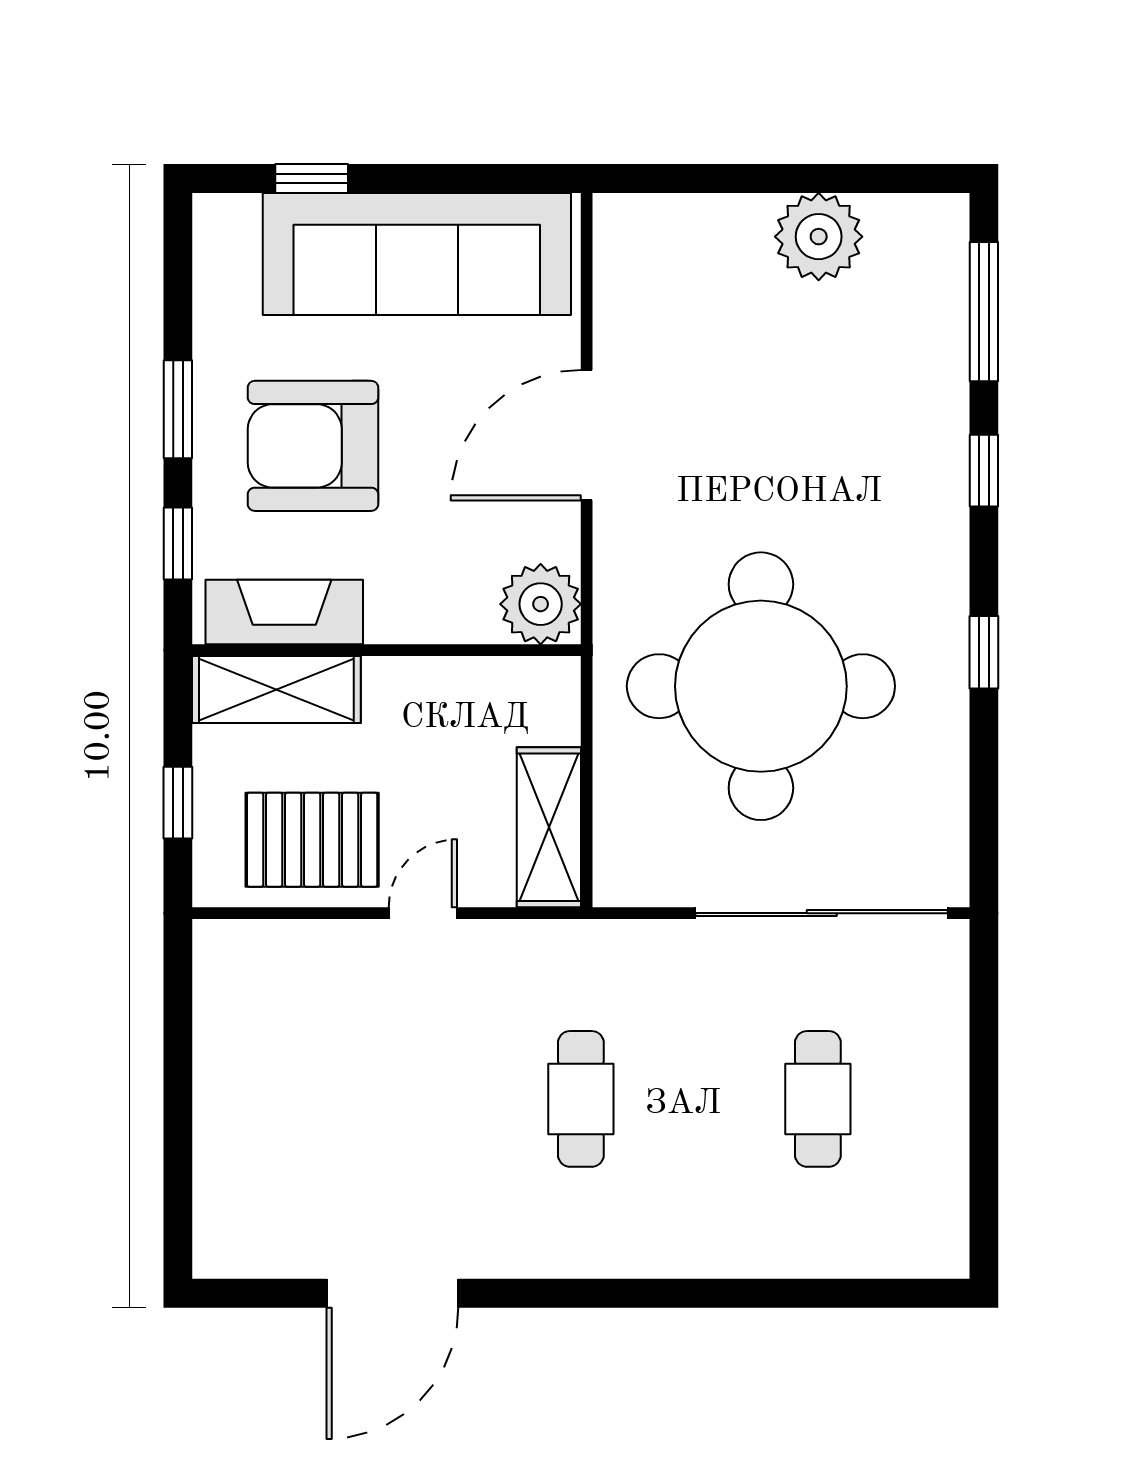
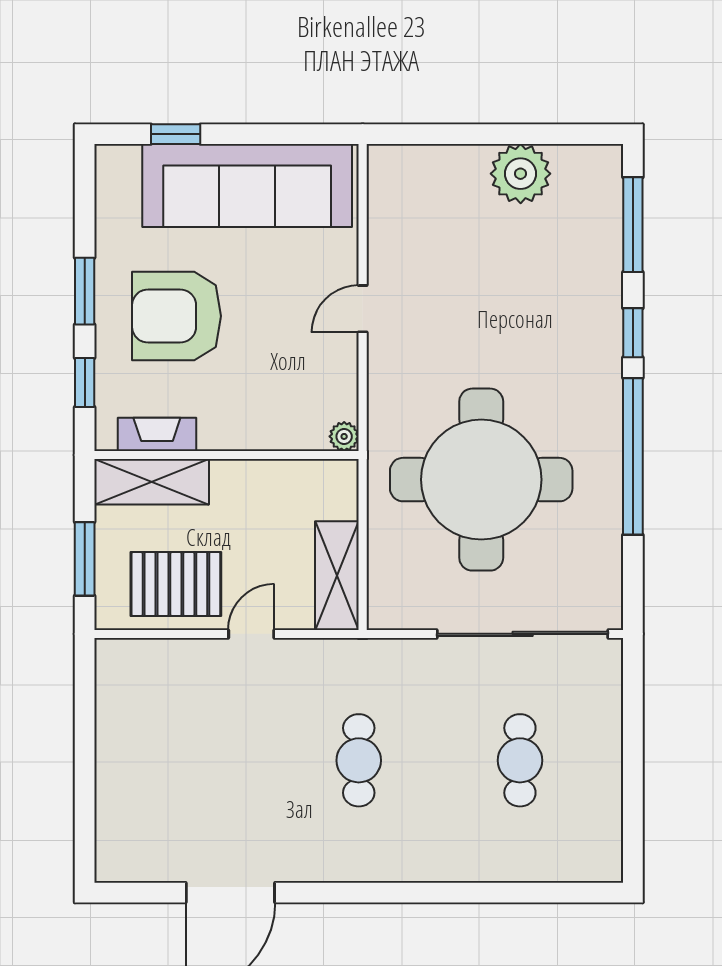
door: (587, 435) -> (363, 309), width x0.53
plant: (541, 604) -> (344, 436), width x0.53, depth x0.53
fireplace: (284, 612) -> (157, 434), width x0.73, depth x0.76
window: (984, 652) -> (633, 456), width x3.17
window: (178, 803) -> (85, 559), width x1.50

